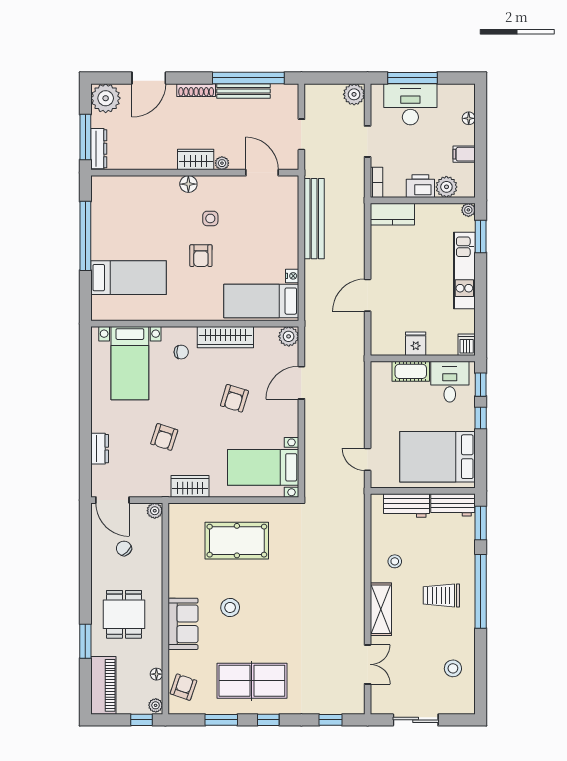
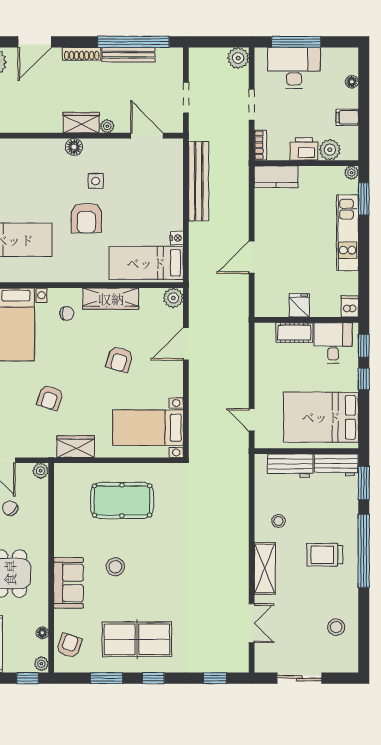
armchair: (201, 256) -> (86, 218), width x1.38, depth x1.38

